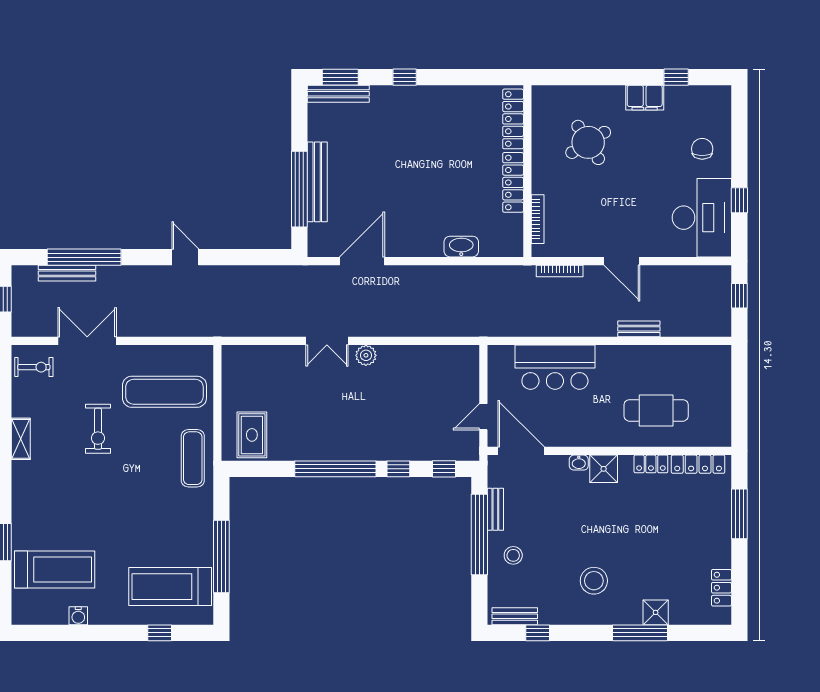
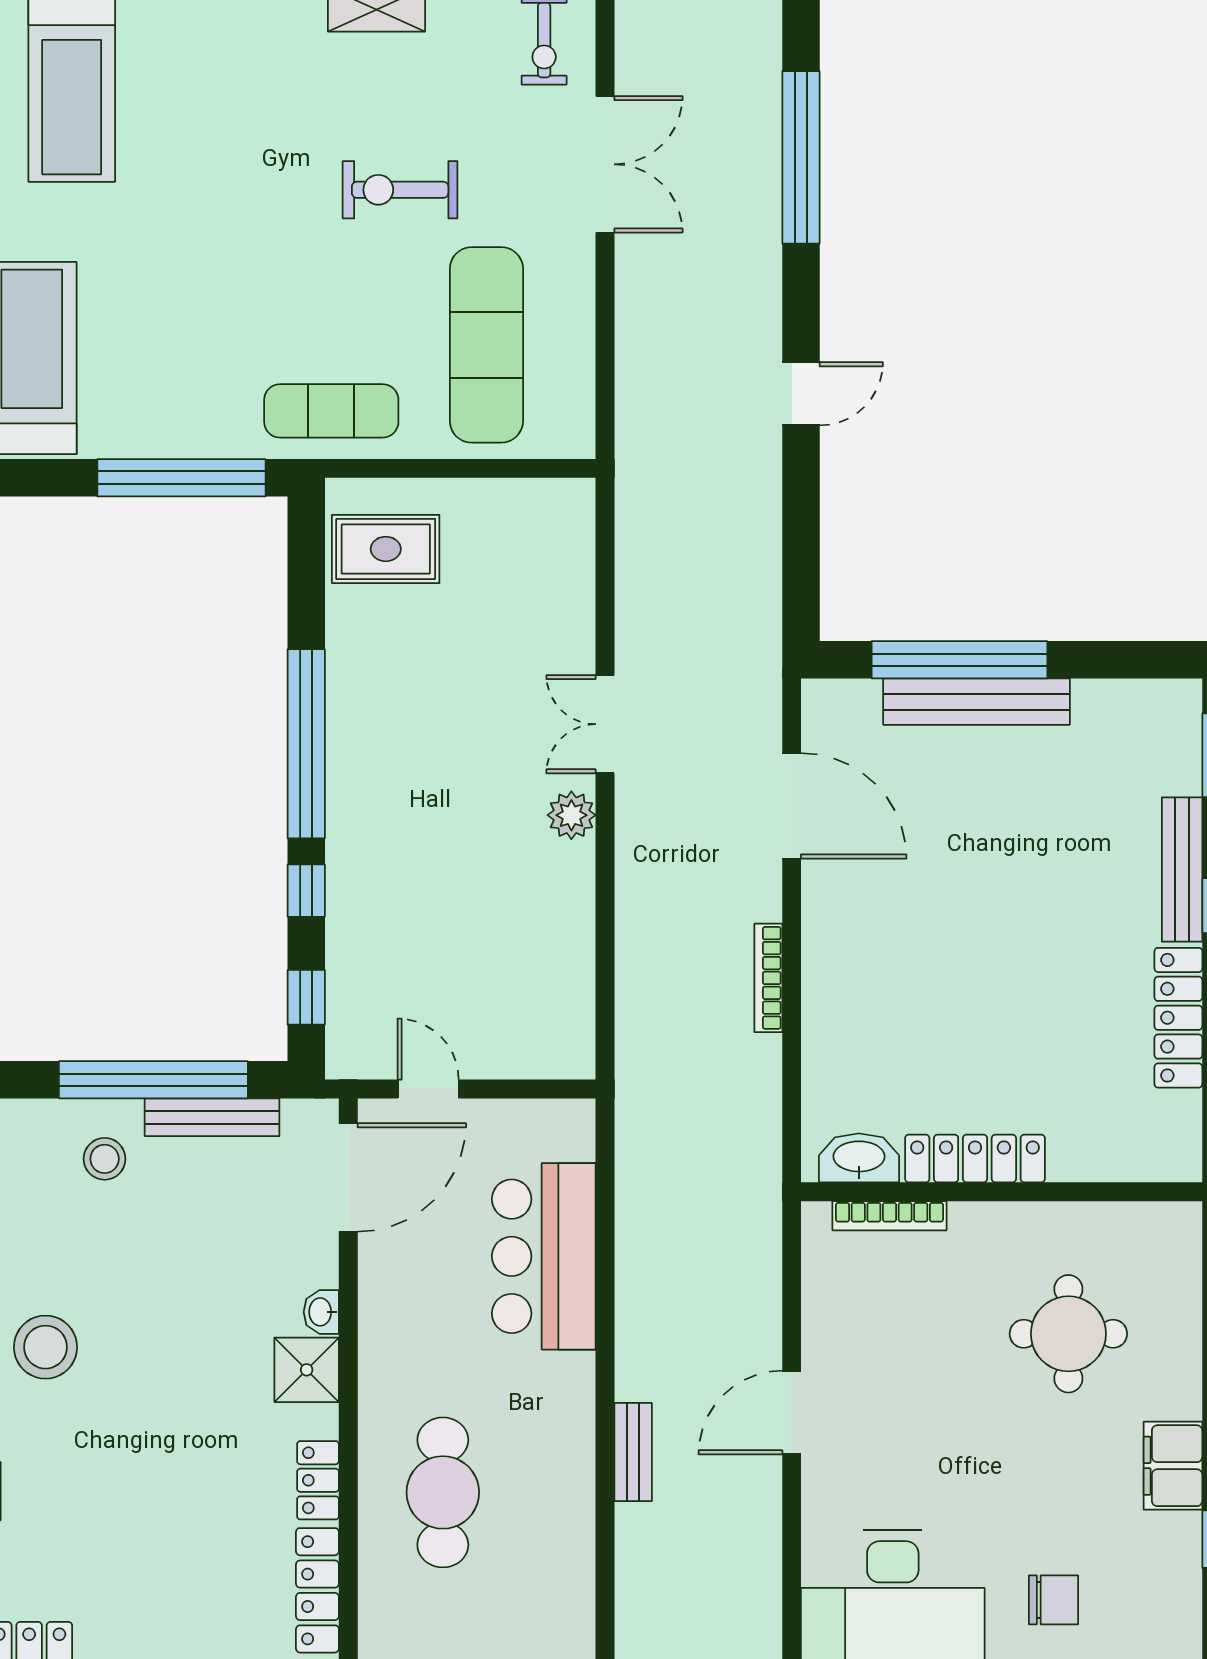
bench: (338, 94) -> (1182, 870), moved
locker: (513, 119) -> (1178, 1018), moved, turned -90
round table: (588, 142) -> (1068, 1334), turned 32
washbasin: (461, 247) -> (859, 1158), moved, turned -90
bookcase: (560, 271) -> (768, 978), moved
bench: (67, 273) -> (764, 118), removed
bench: (495, 509) -> (212, 1117), width x1.36
window: (221, 556) -> (181, 478), moved

